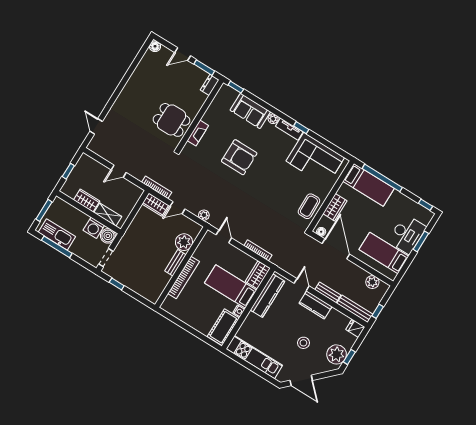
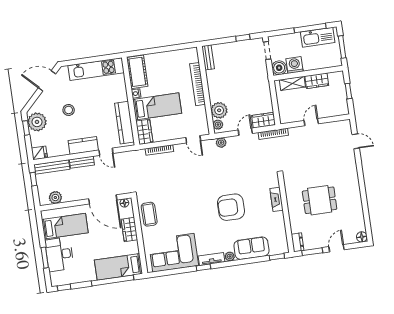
dining table: (172, 120) -> (320, 200), moved
plant: (194, 232) -> (218, 125), added
bench: (175, 263) -> (208, 57), moved

